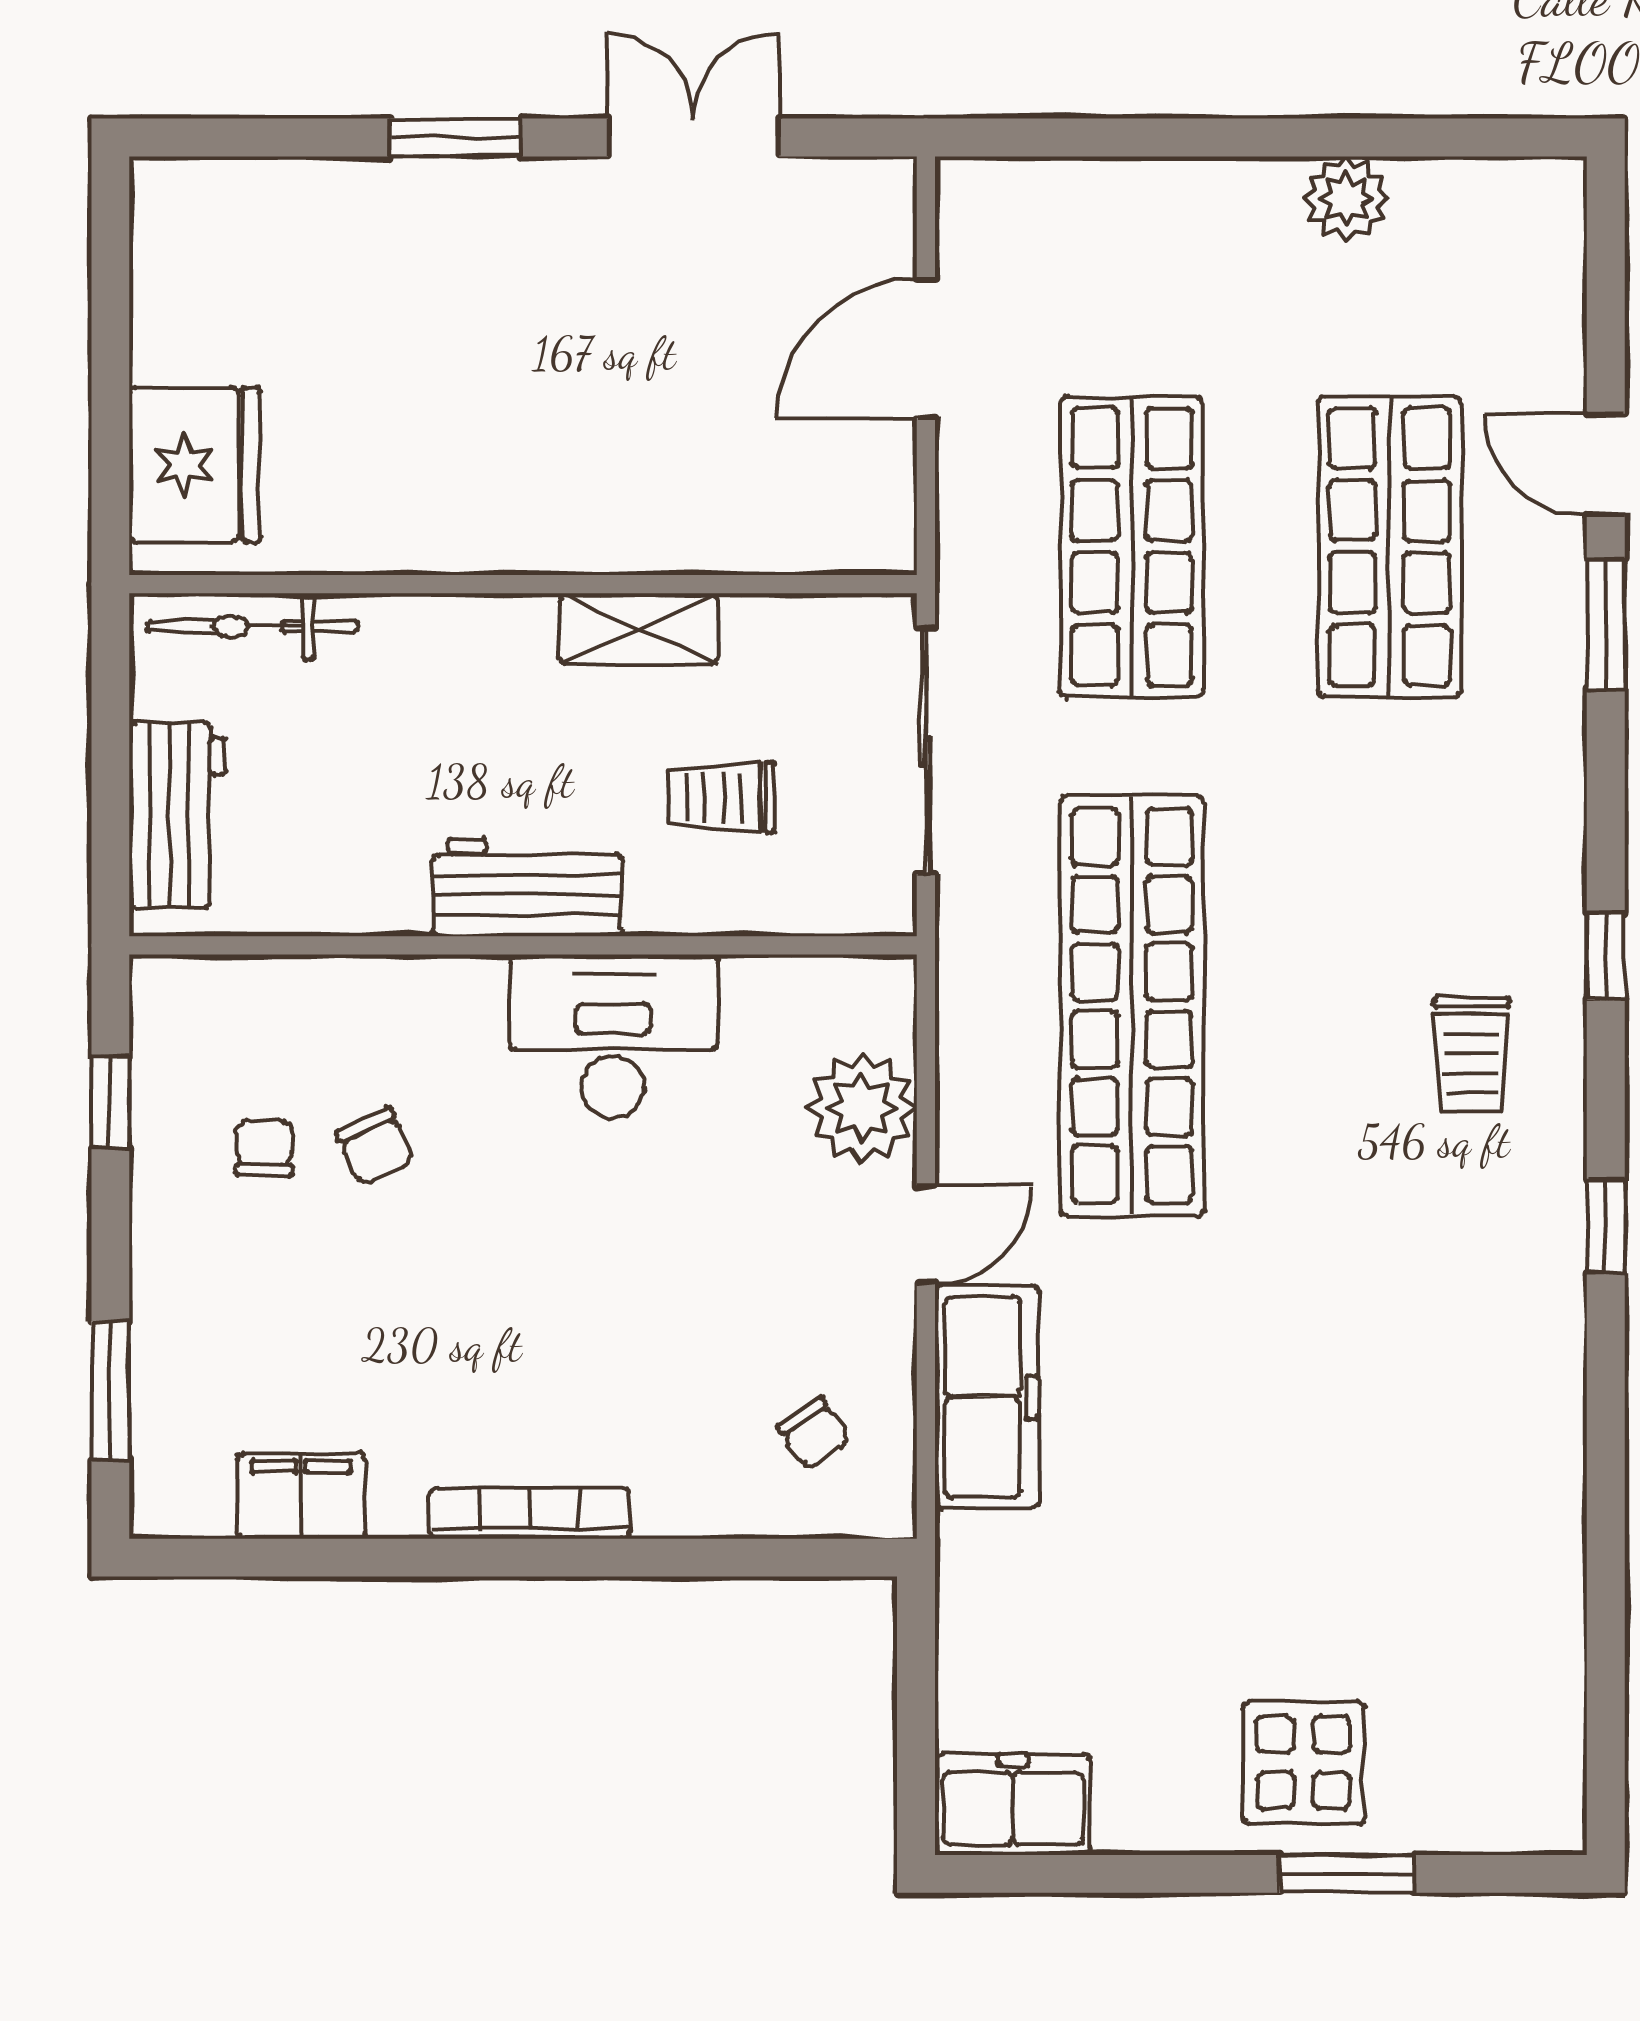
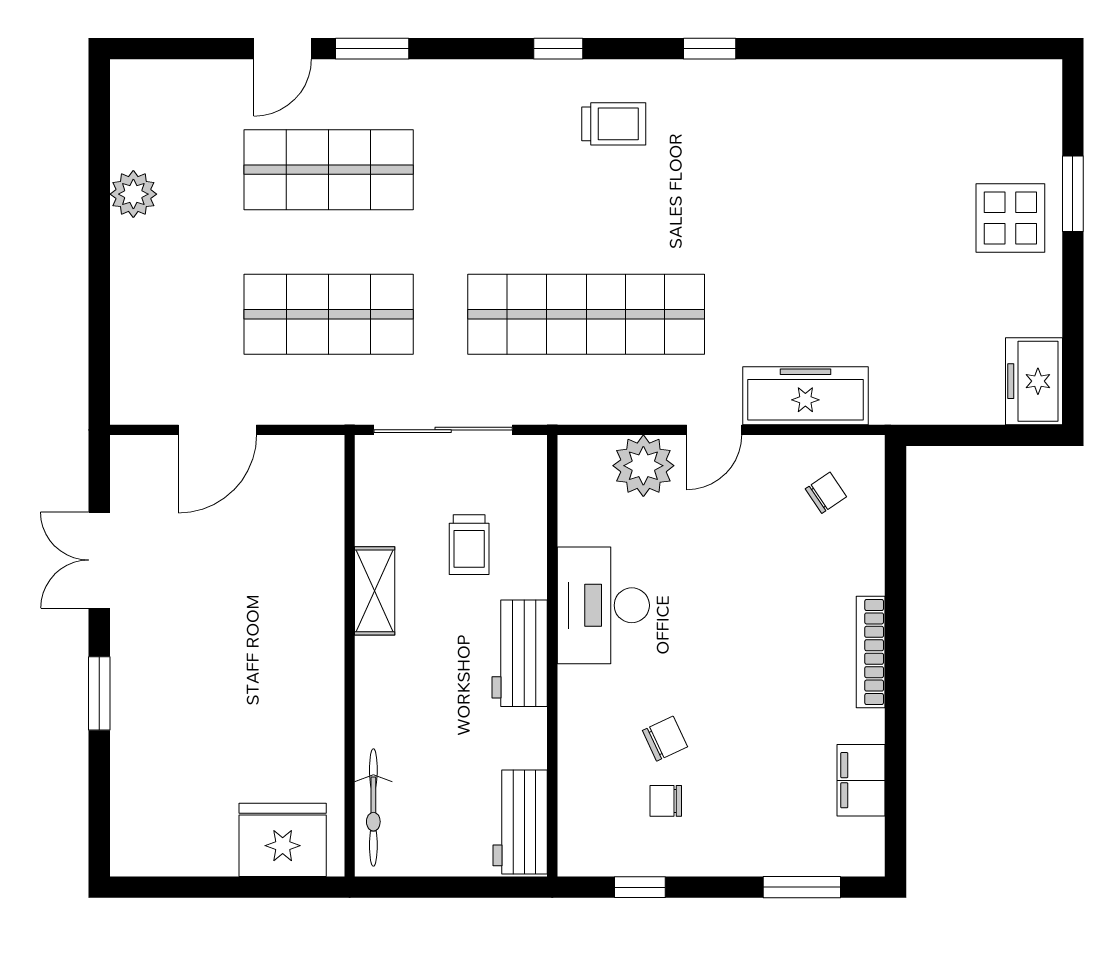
door: (926, 348) -> (217, 430), hinge flipped
workbench: (177, 815) -> (520, 822), moved, turned -90
door: (926, 1234) -> (714, 430), swing flipped

